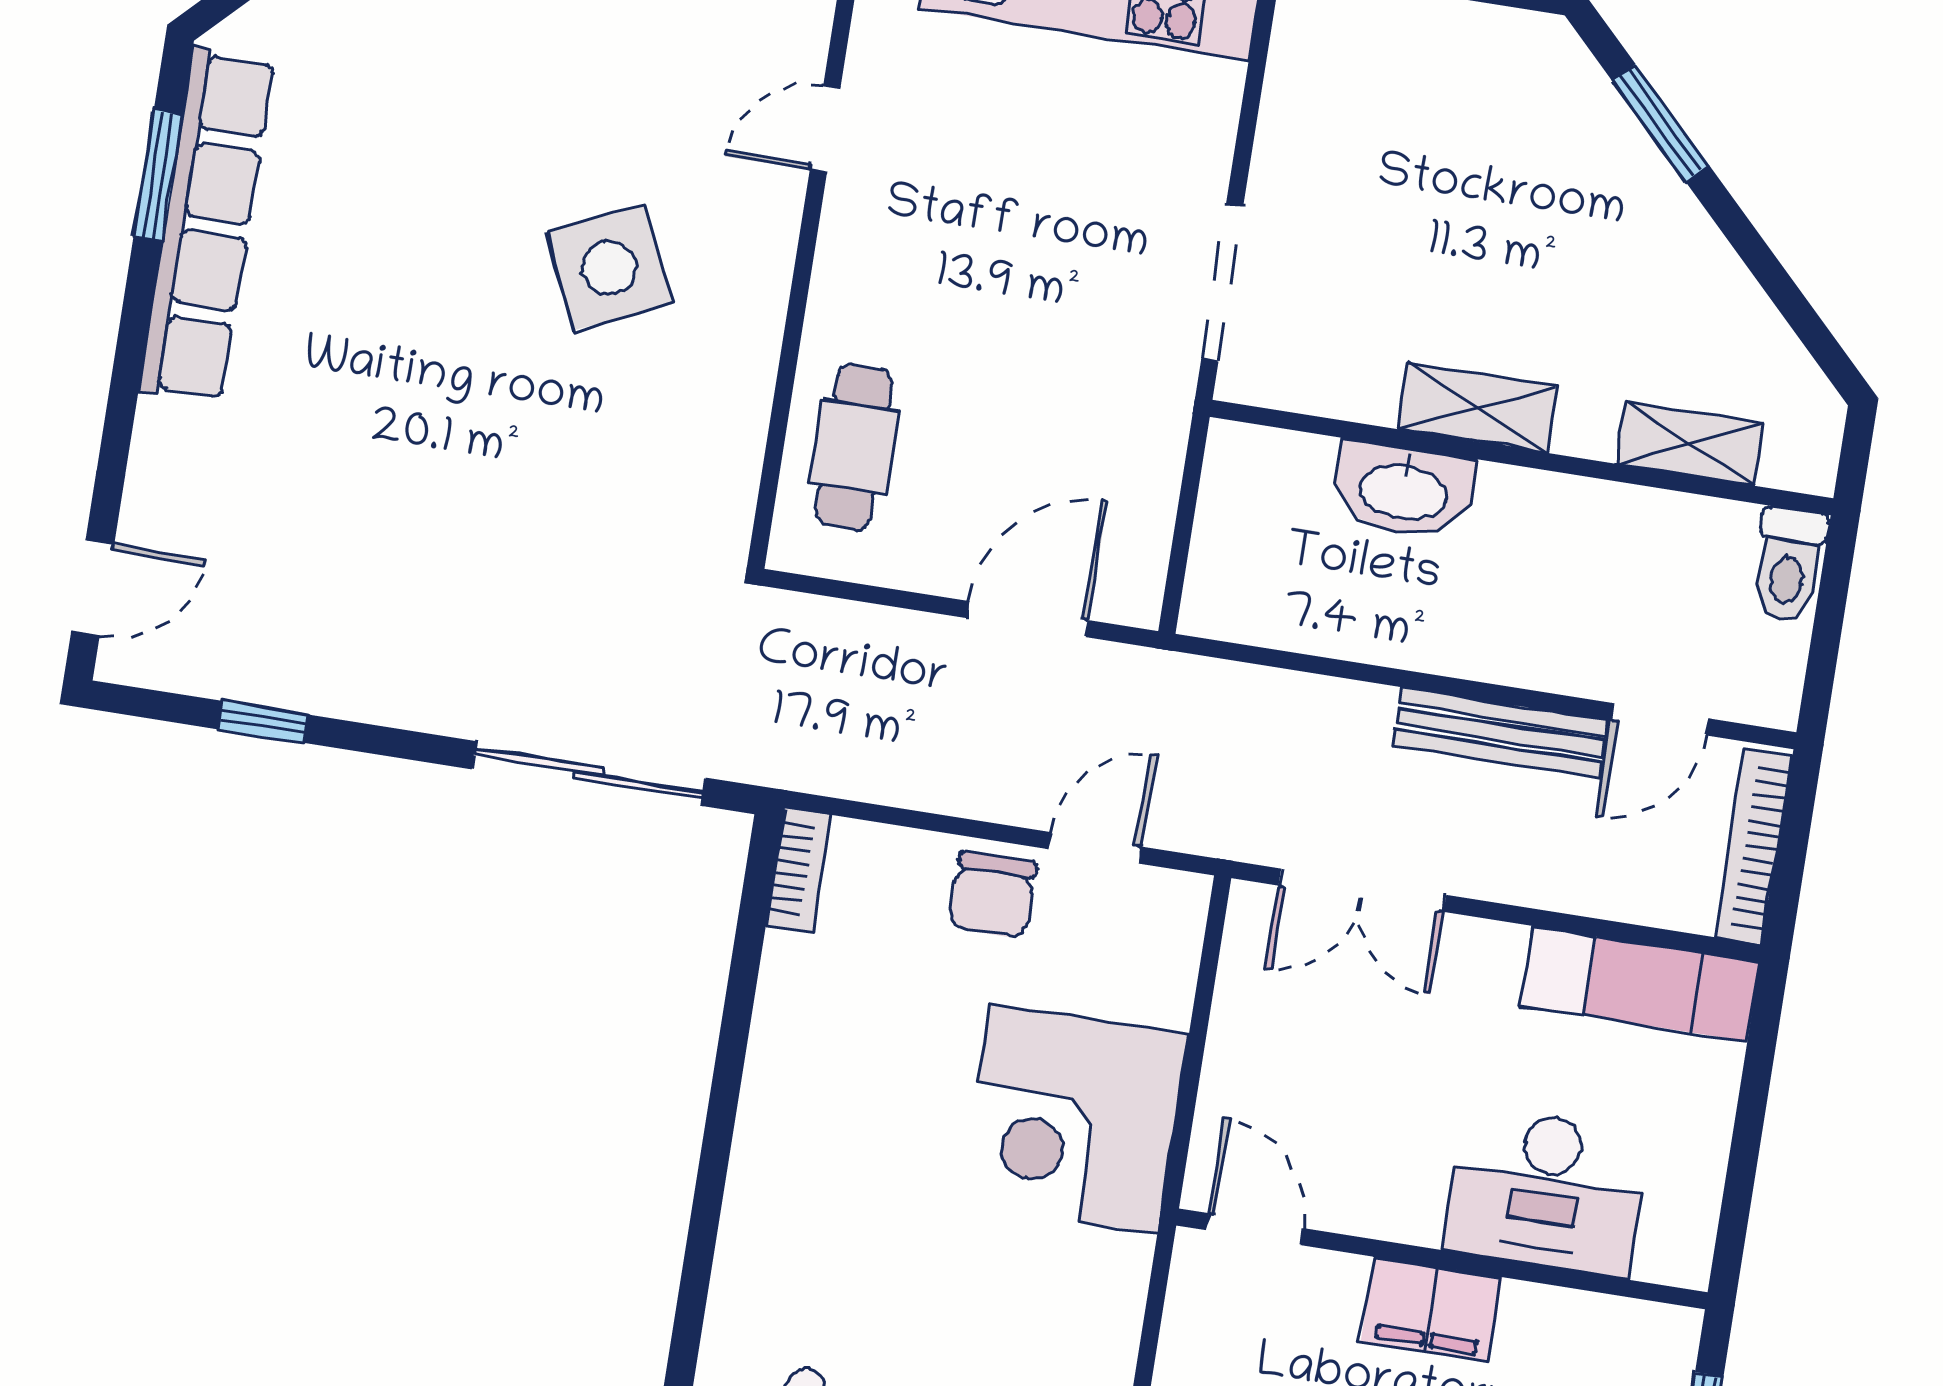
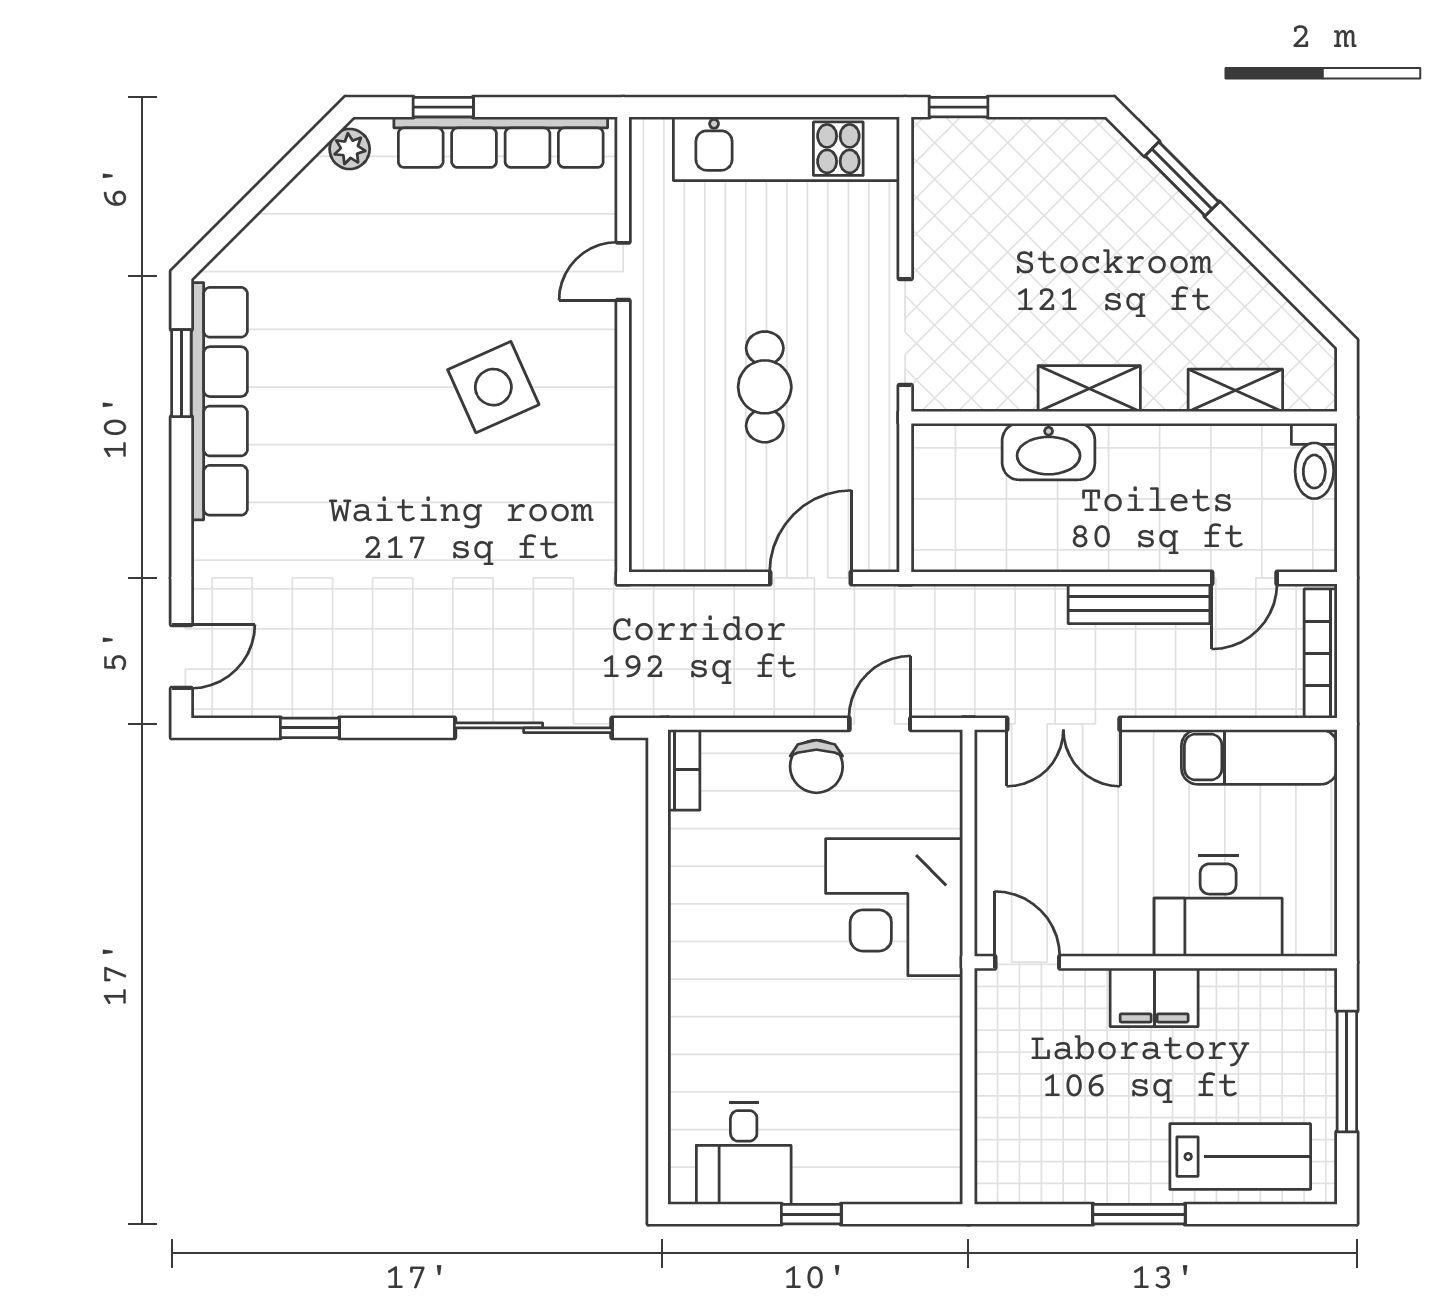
cafe table: (854, 447) -> (765, 387), moved

